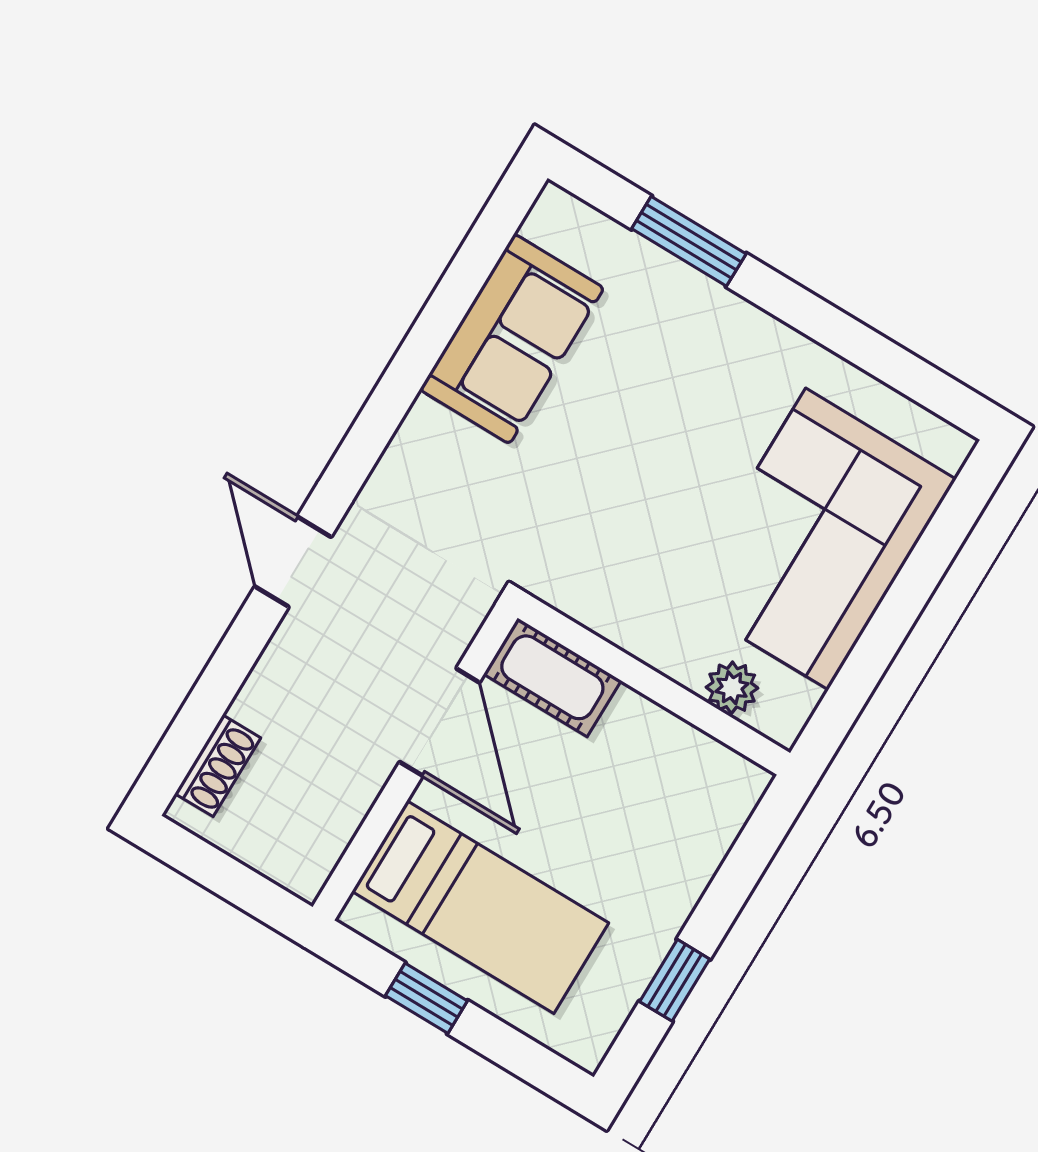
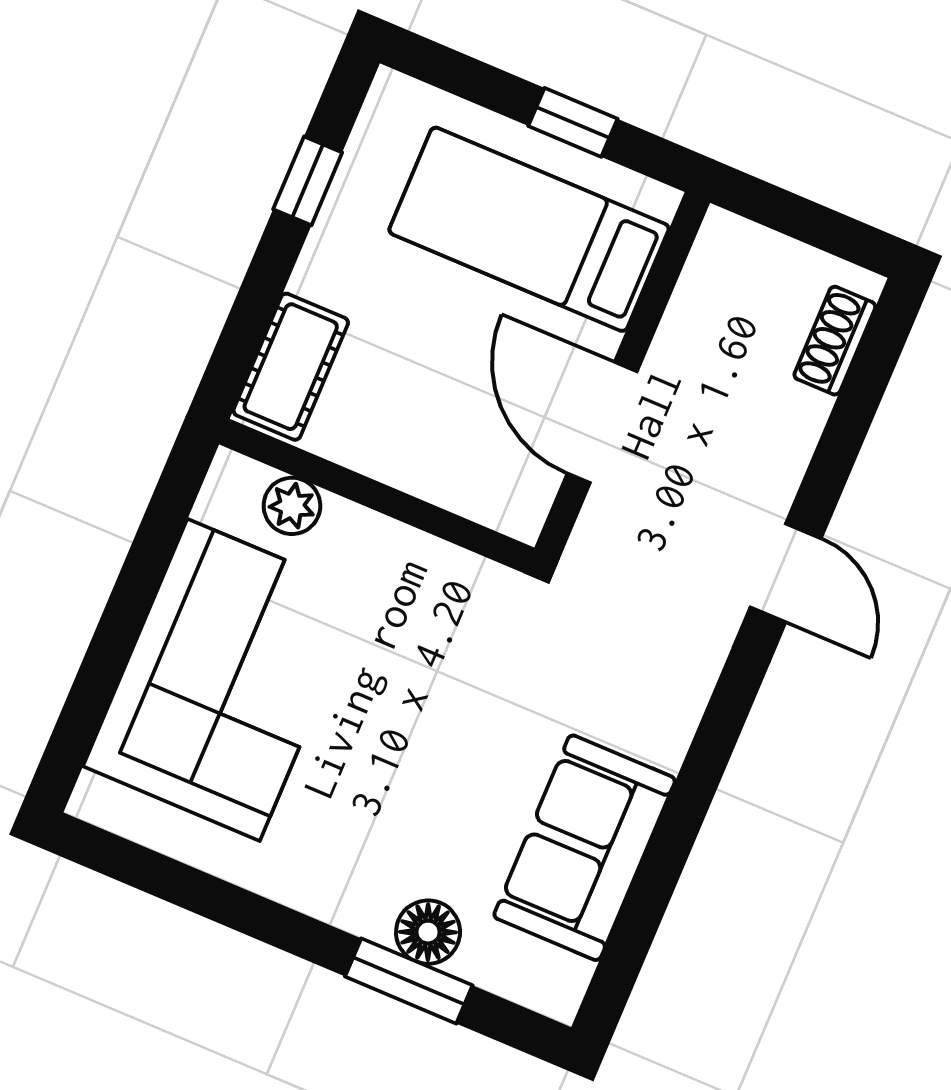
floor lamp: (665, 283) -> (428, 932), added
cot: (552, 677) -> (291, 367), moved, turned 90

